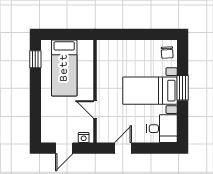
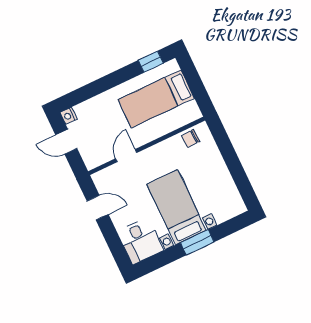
chair: (167, 52) -> (190, 139), moved
nightstand: (84, 138) -> (69, 116), moved

